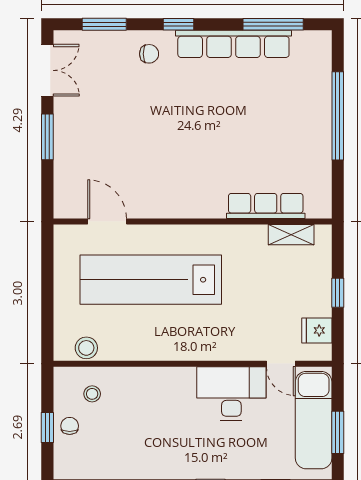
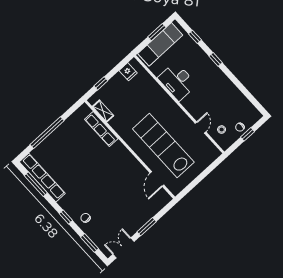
row of seats: (233, 44) -> (42, 178), moved
lab bench: (151, 280) -> (163, 145), turned 180
window: (338, 293) -> (101, 83), moved
stool: (86, 348) -> (207, 146), removed
door: (281, 364) -> (201, 128), moved

